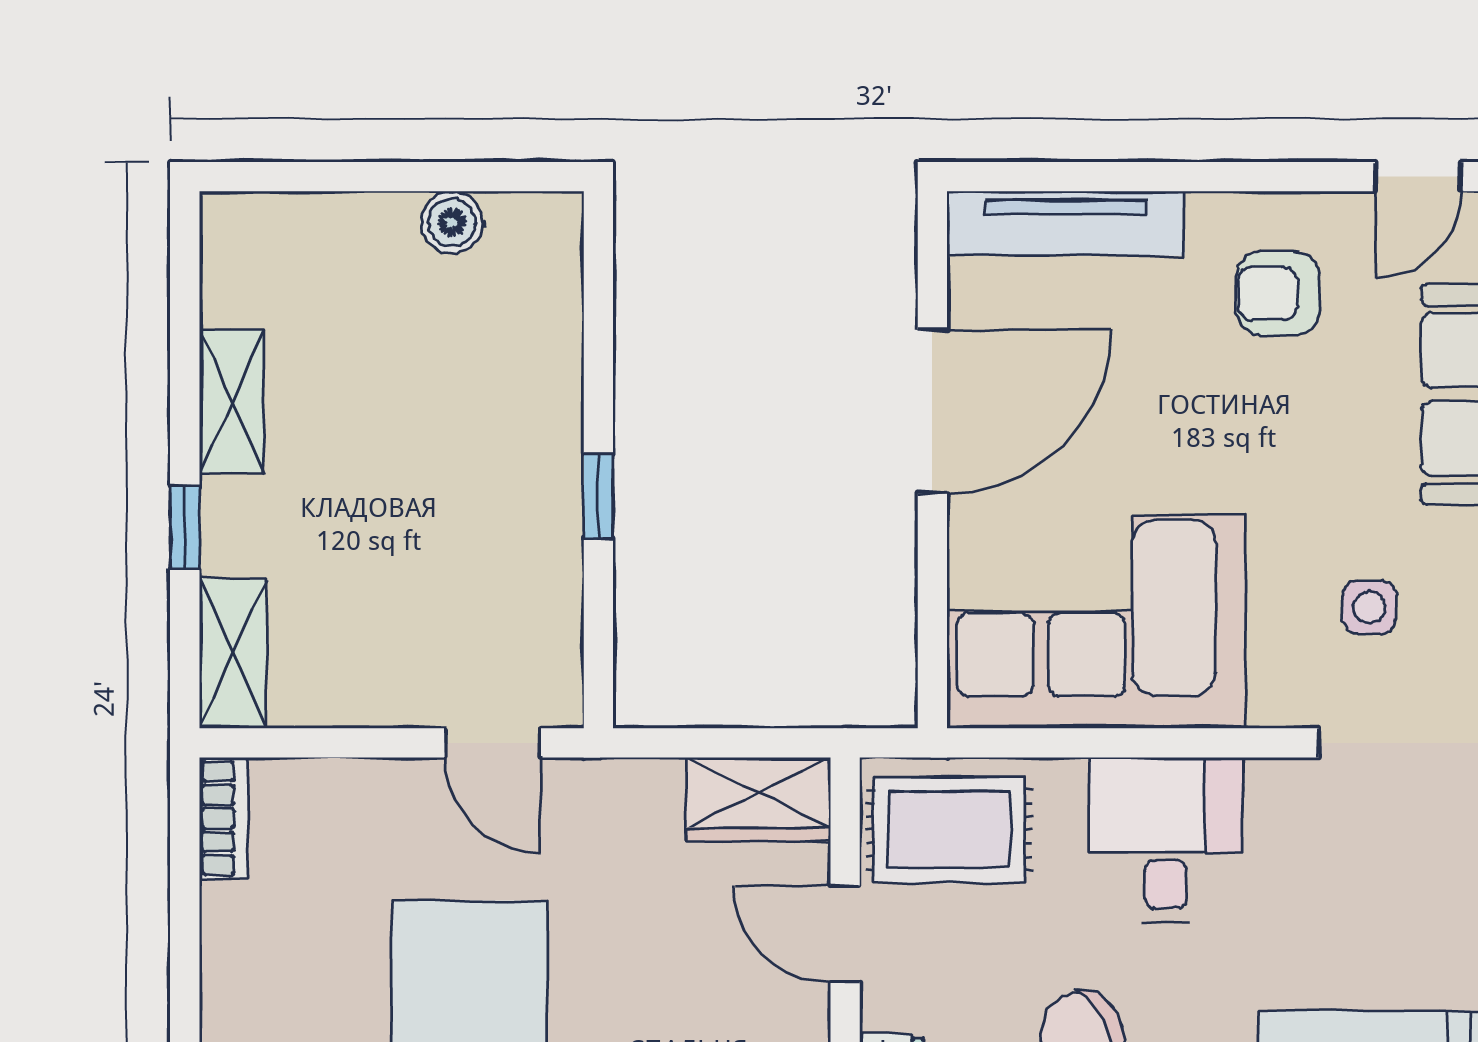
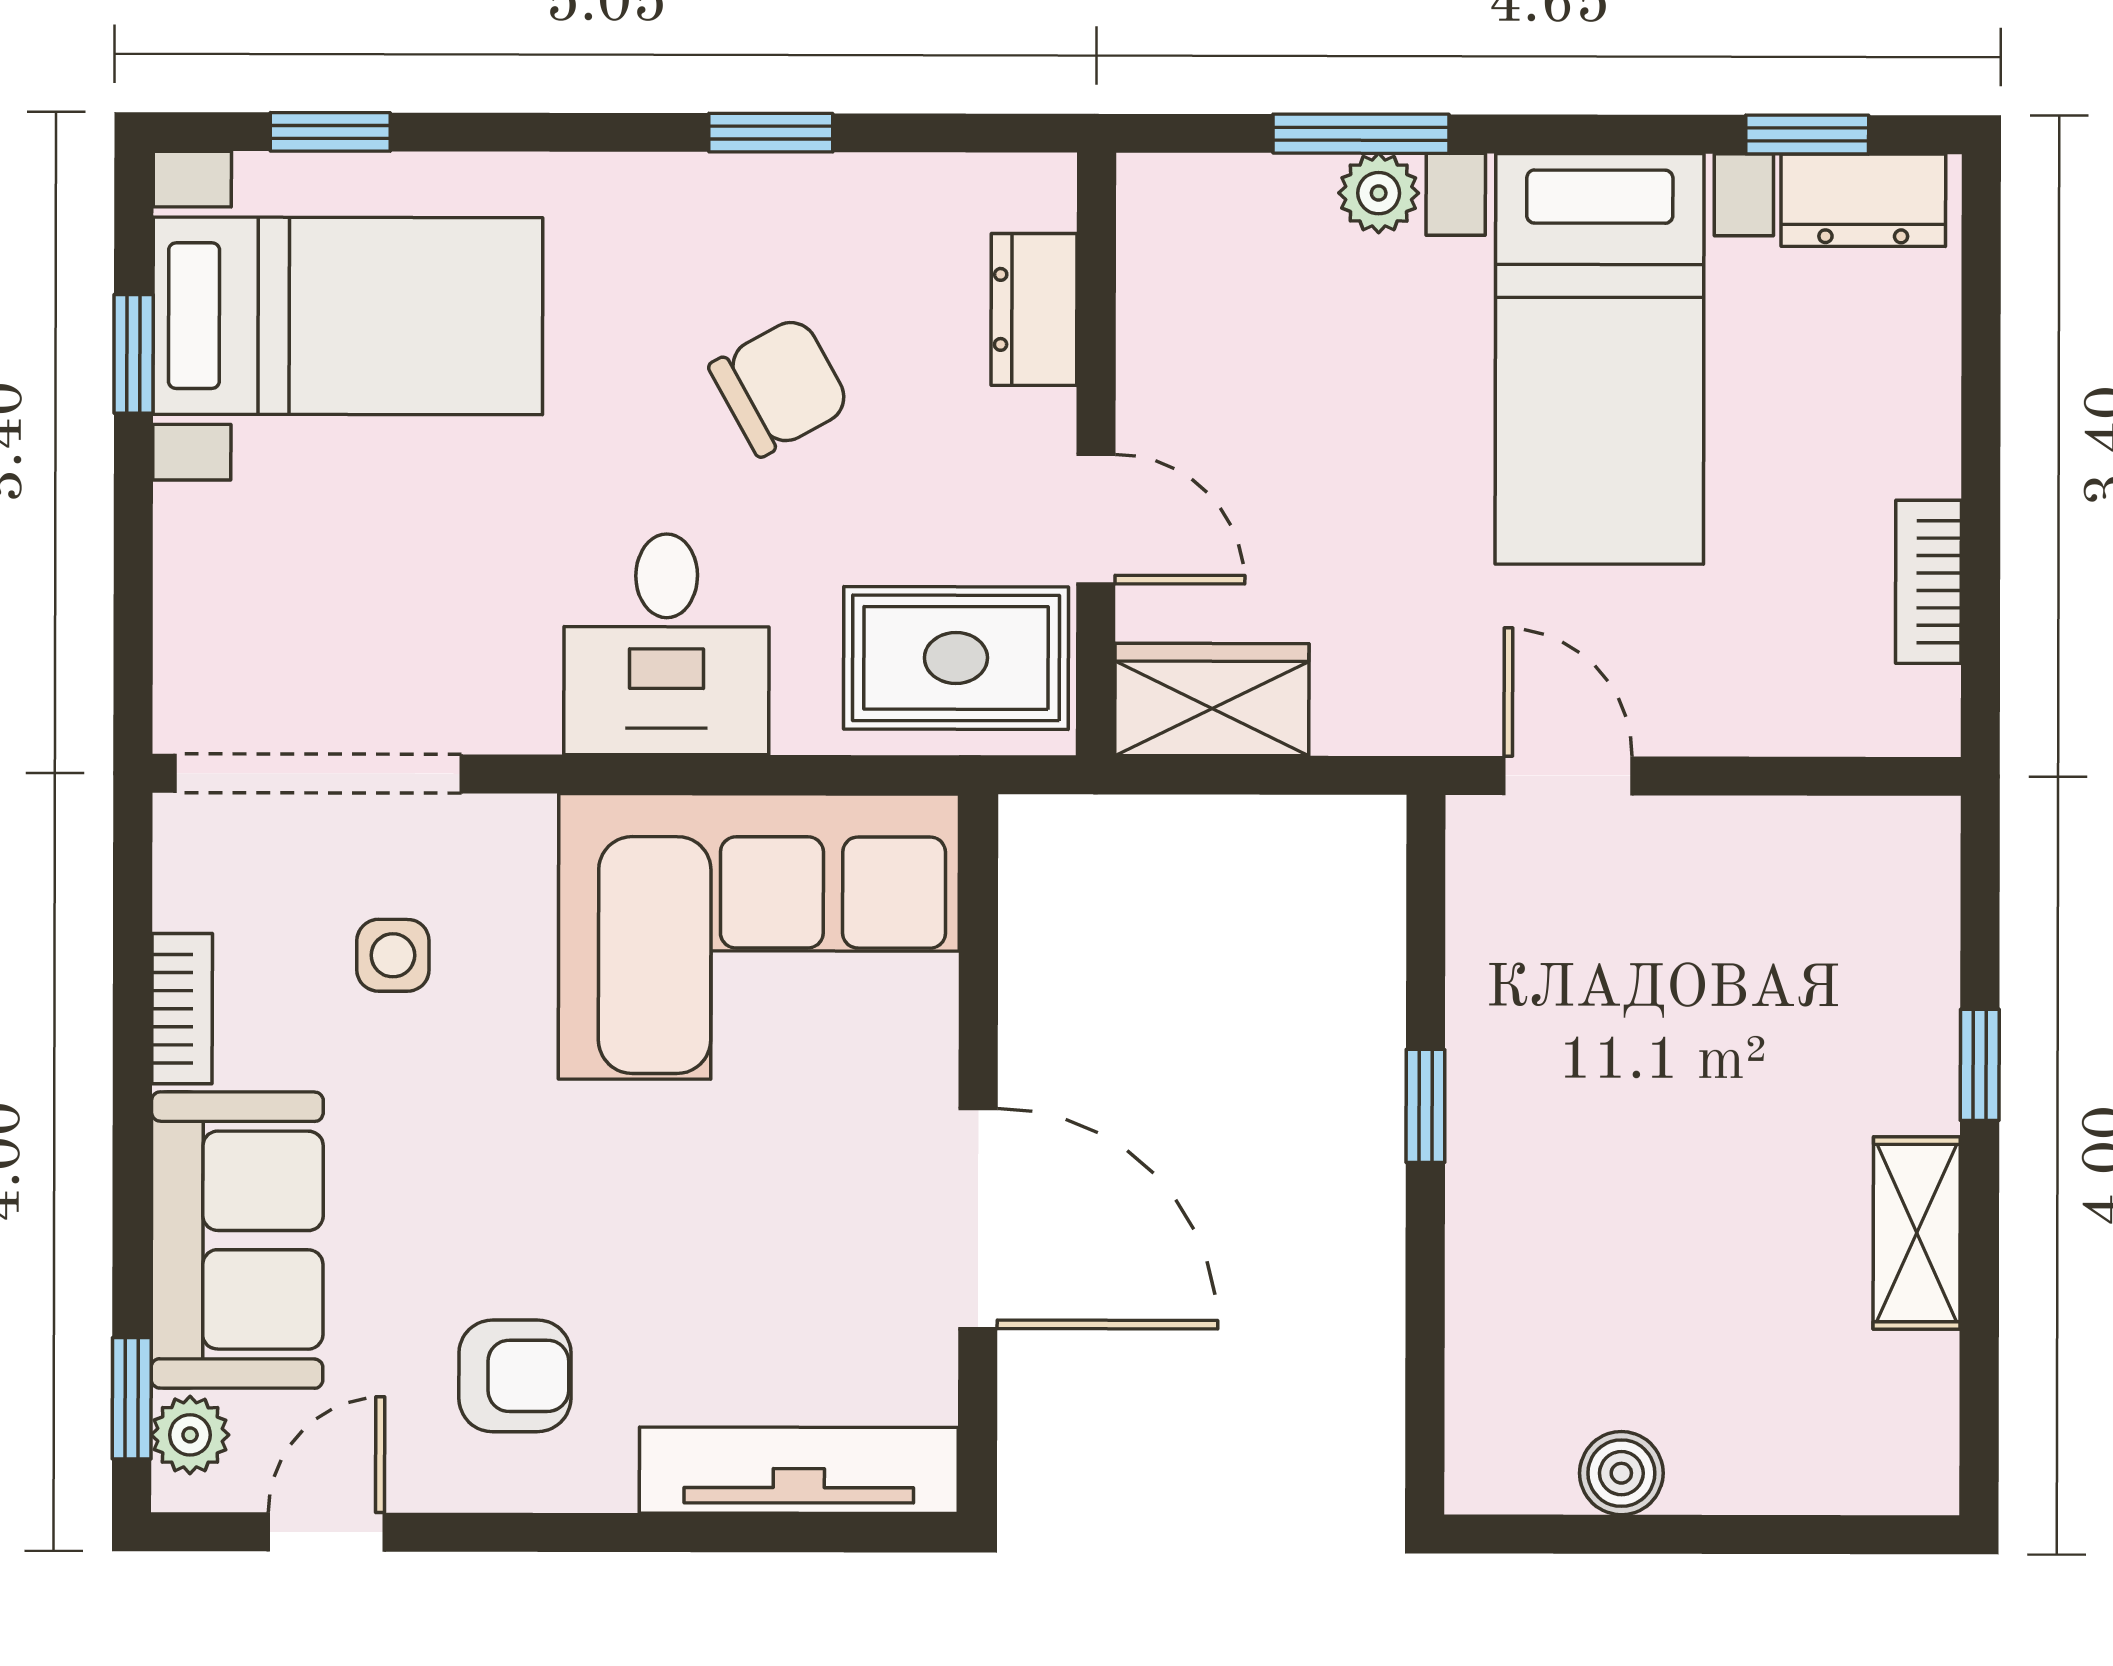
door: (932, 412) -> (978, 1219), swing flipped
shelving: (233, 653) -> (1915, 896), removed
bookcase: (224, 818) -> (1928, 582), moved

